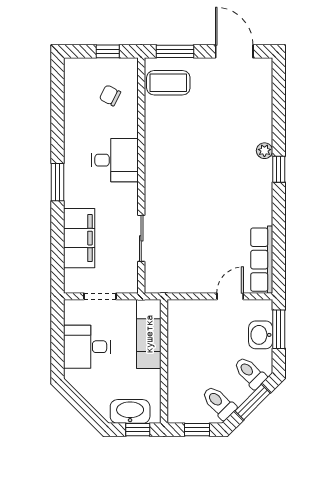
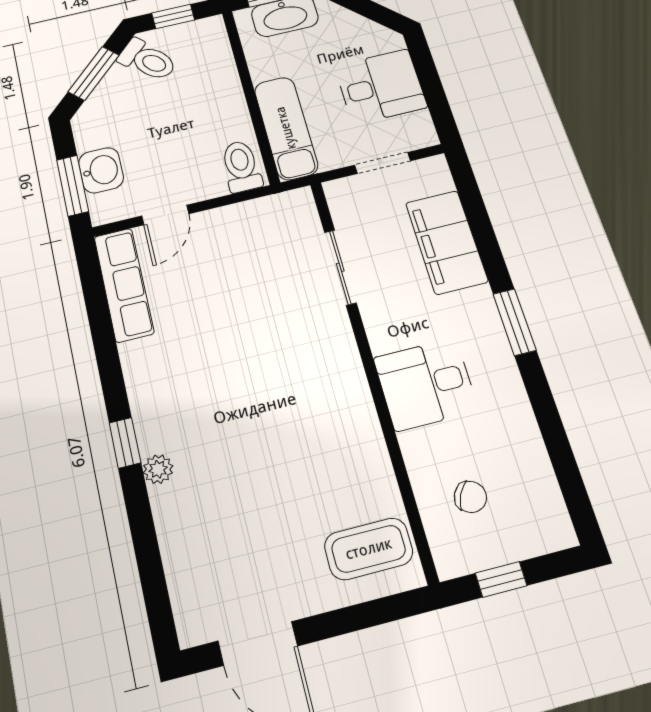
window: (175, 51) -> (373, 613), removed
toilet: (250, 373) -> (241, 166), moved, turned -135

